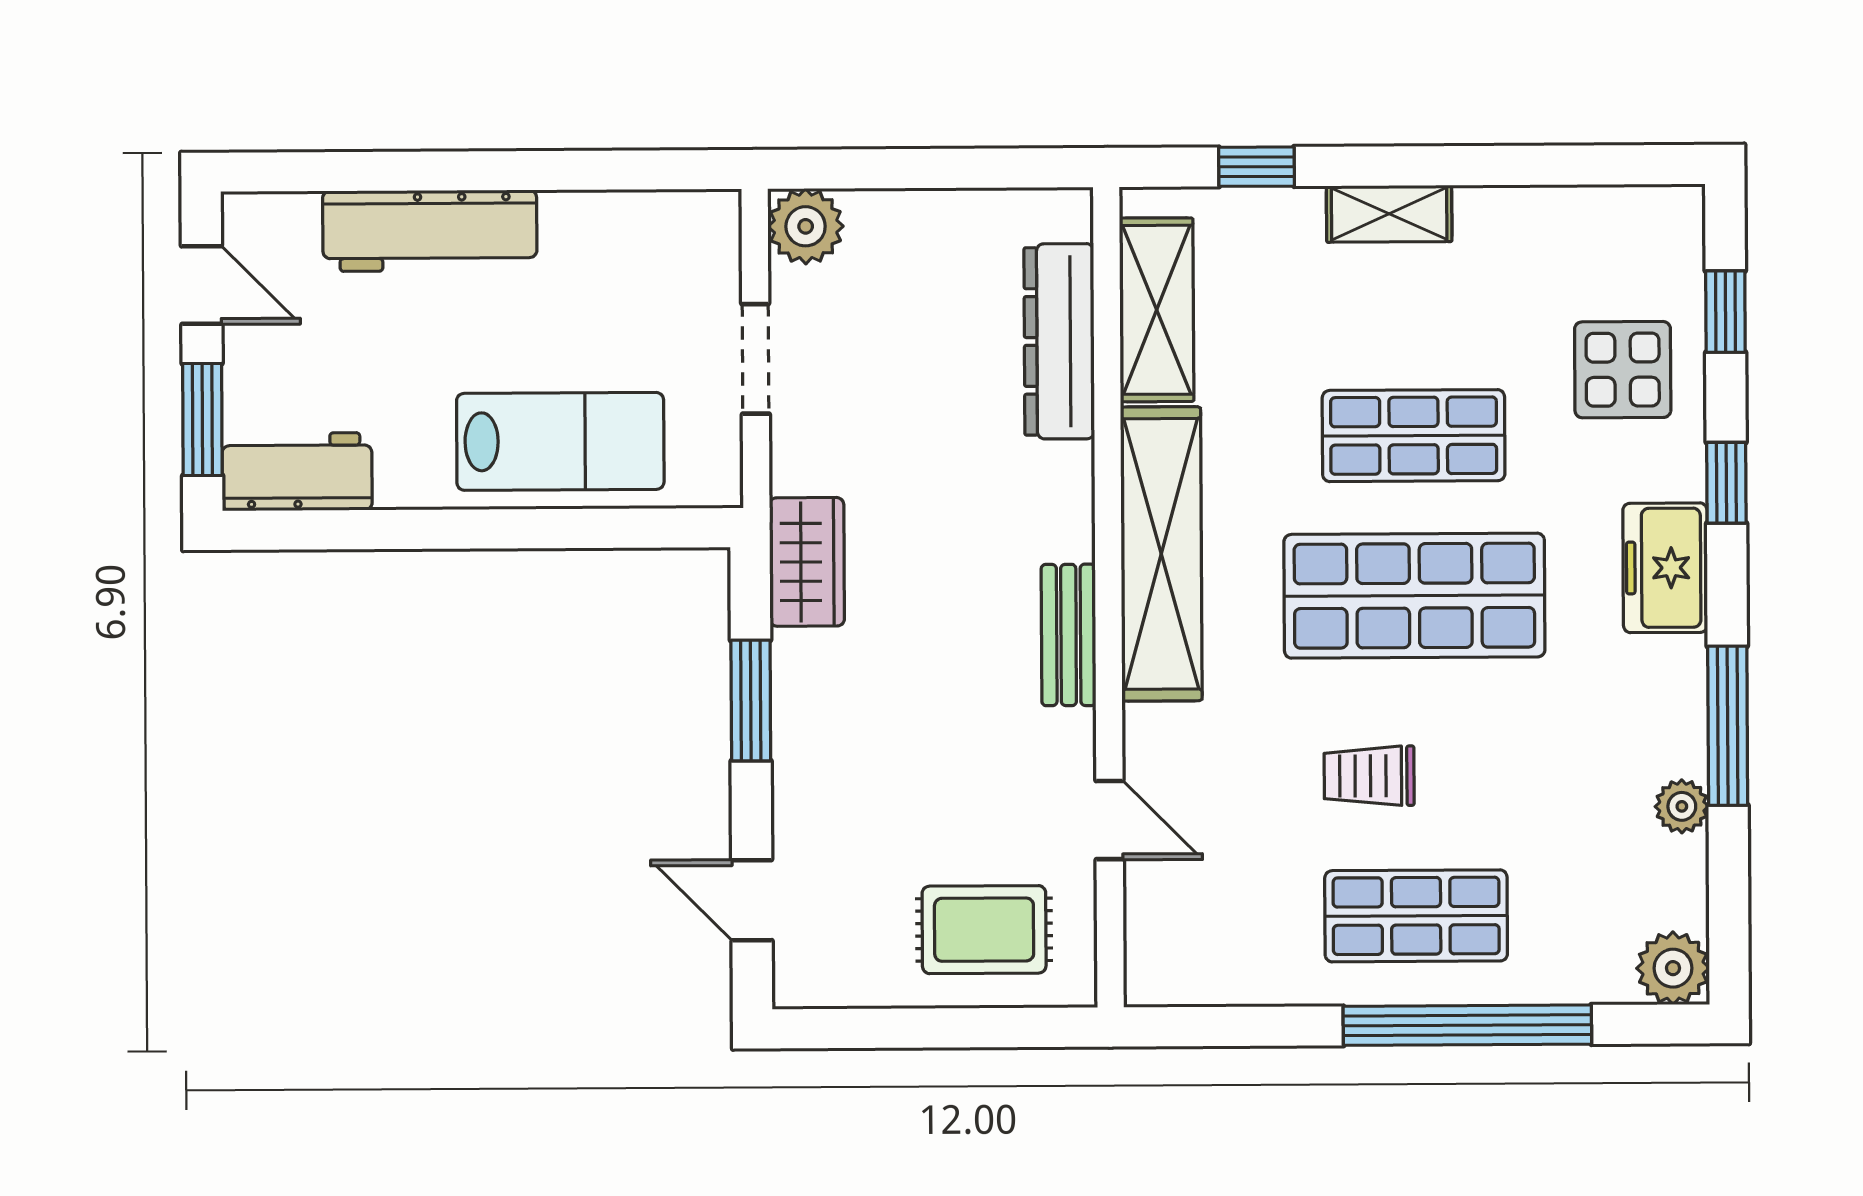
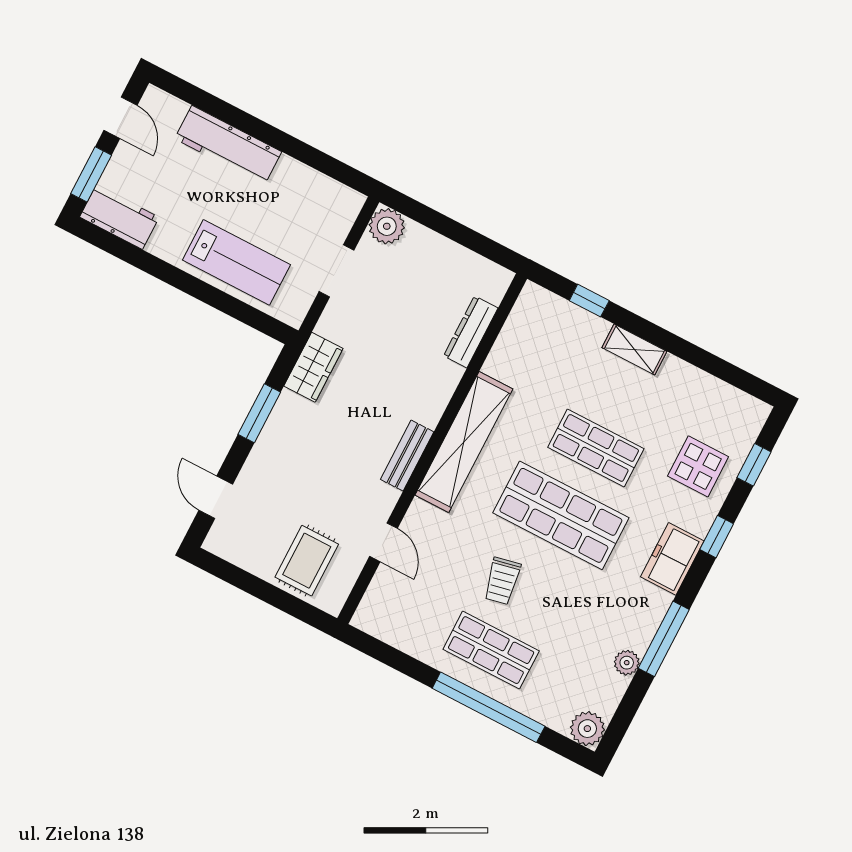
shelving: (1157, 310) -> (516, 339), removed
dresser: (1059, 341) -> (471, 332), width x0.73, depth x0.80
trolley: (1369, 776) -> (502, 581), turned -102
rug: (984, 930) -> (307, 561), turned 90

